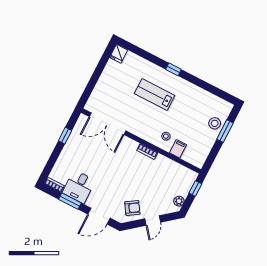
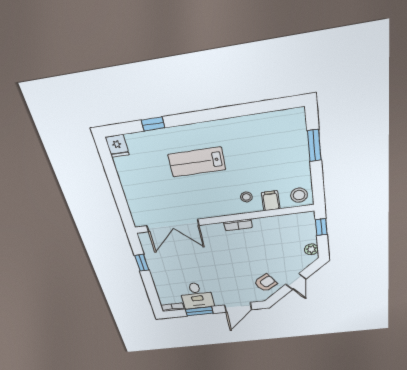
window: (173, 69) -> (153, 124), moved
stool: (215, 123) -> (299, 195), moved

